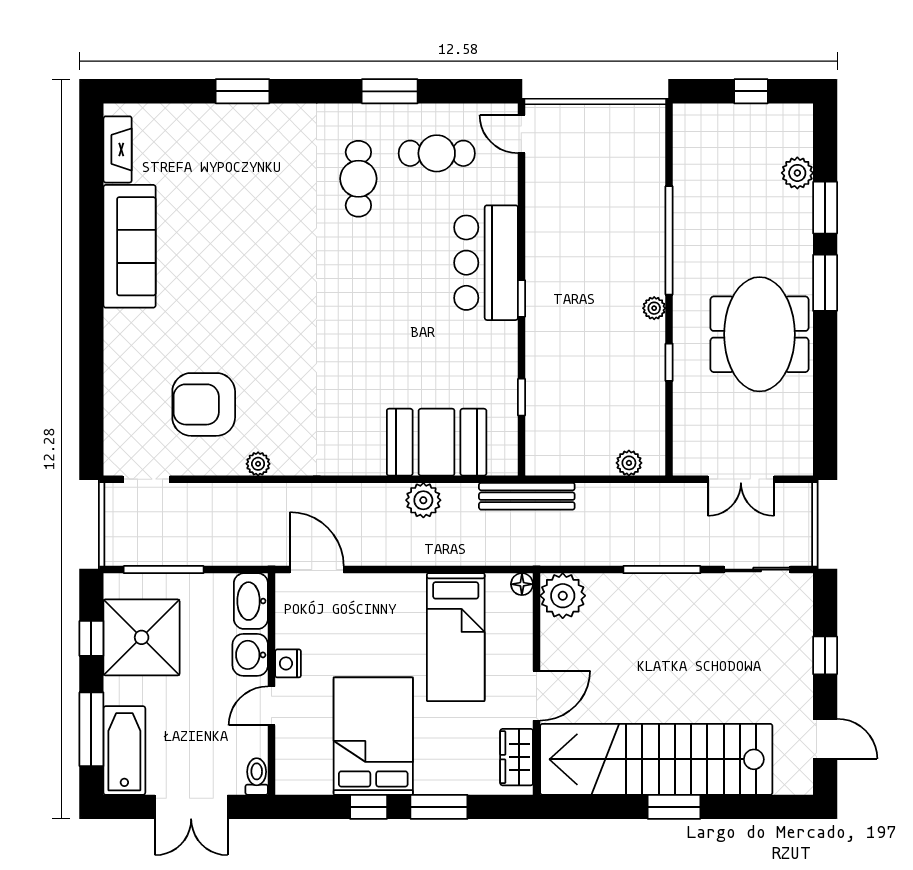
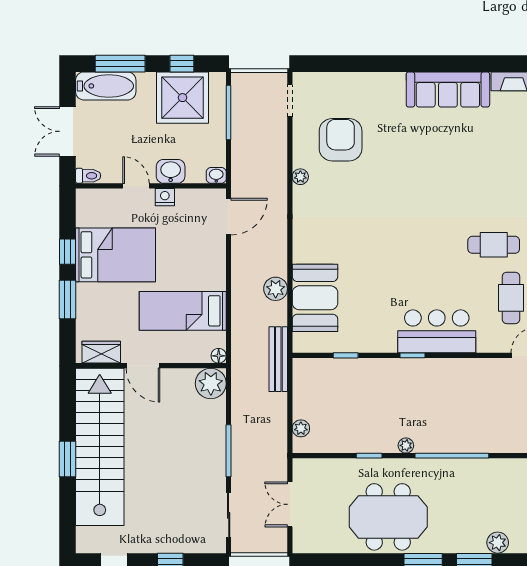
washbasin: (251, 601) -> (216, 175), width x0.52, depth x0.69

